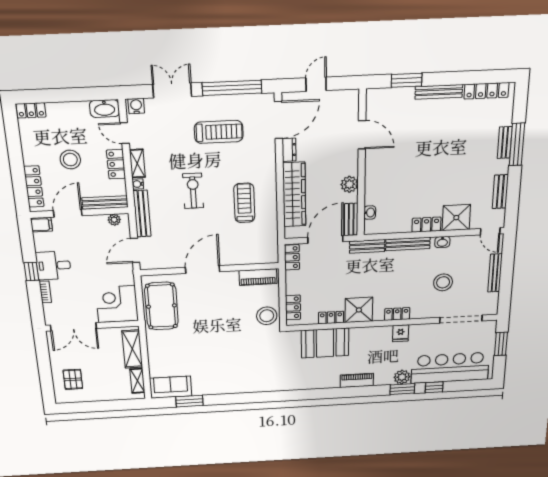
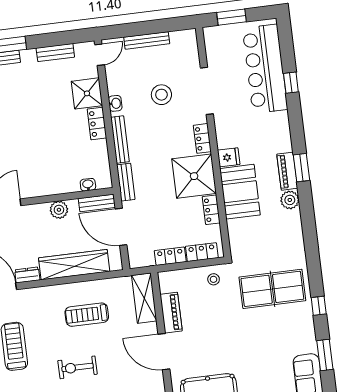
shelving: (255, 256) -> (144, 298), added
locker: (292, 257) -> (170, 256), moved
piano: (258, 277) -> (171, 313), moved
shower: (359, 310) -> (194, 176), width x1.37, depth x1.37
stool: (267, 316) -> (214, 279), width x0.53, depth x0.53
doorway: (461, 319) -> (207, 91), moved
fridge: (401, 333) -> (229, 157), moved
booth: (325, 343) -> (240, 192), moved
table tennis table: (253, 363) -> (272, 289), added
plant: (402, 377) -> (290, 200), moved
window: (402, 389) -> (301, 168), moved
window: (234, 399) -> (319, 306), added

